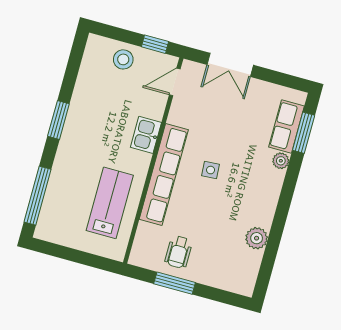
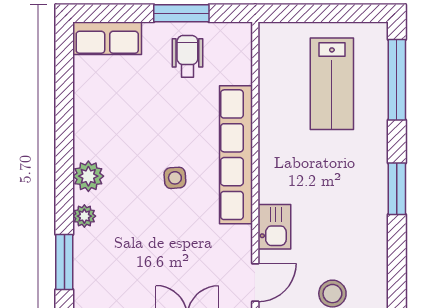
row of seats: (287, 126) -> (107, 38), moved, turned 90
kitchen sink: (146, 135) -> (274, 227), moved
lab bench: (110, 203) -> (332, 84), moved
plant: (257, 238) -> (88, 176), moved

